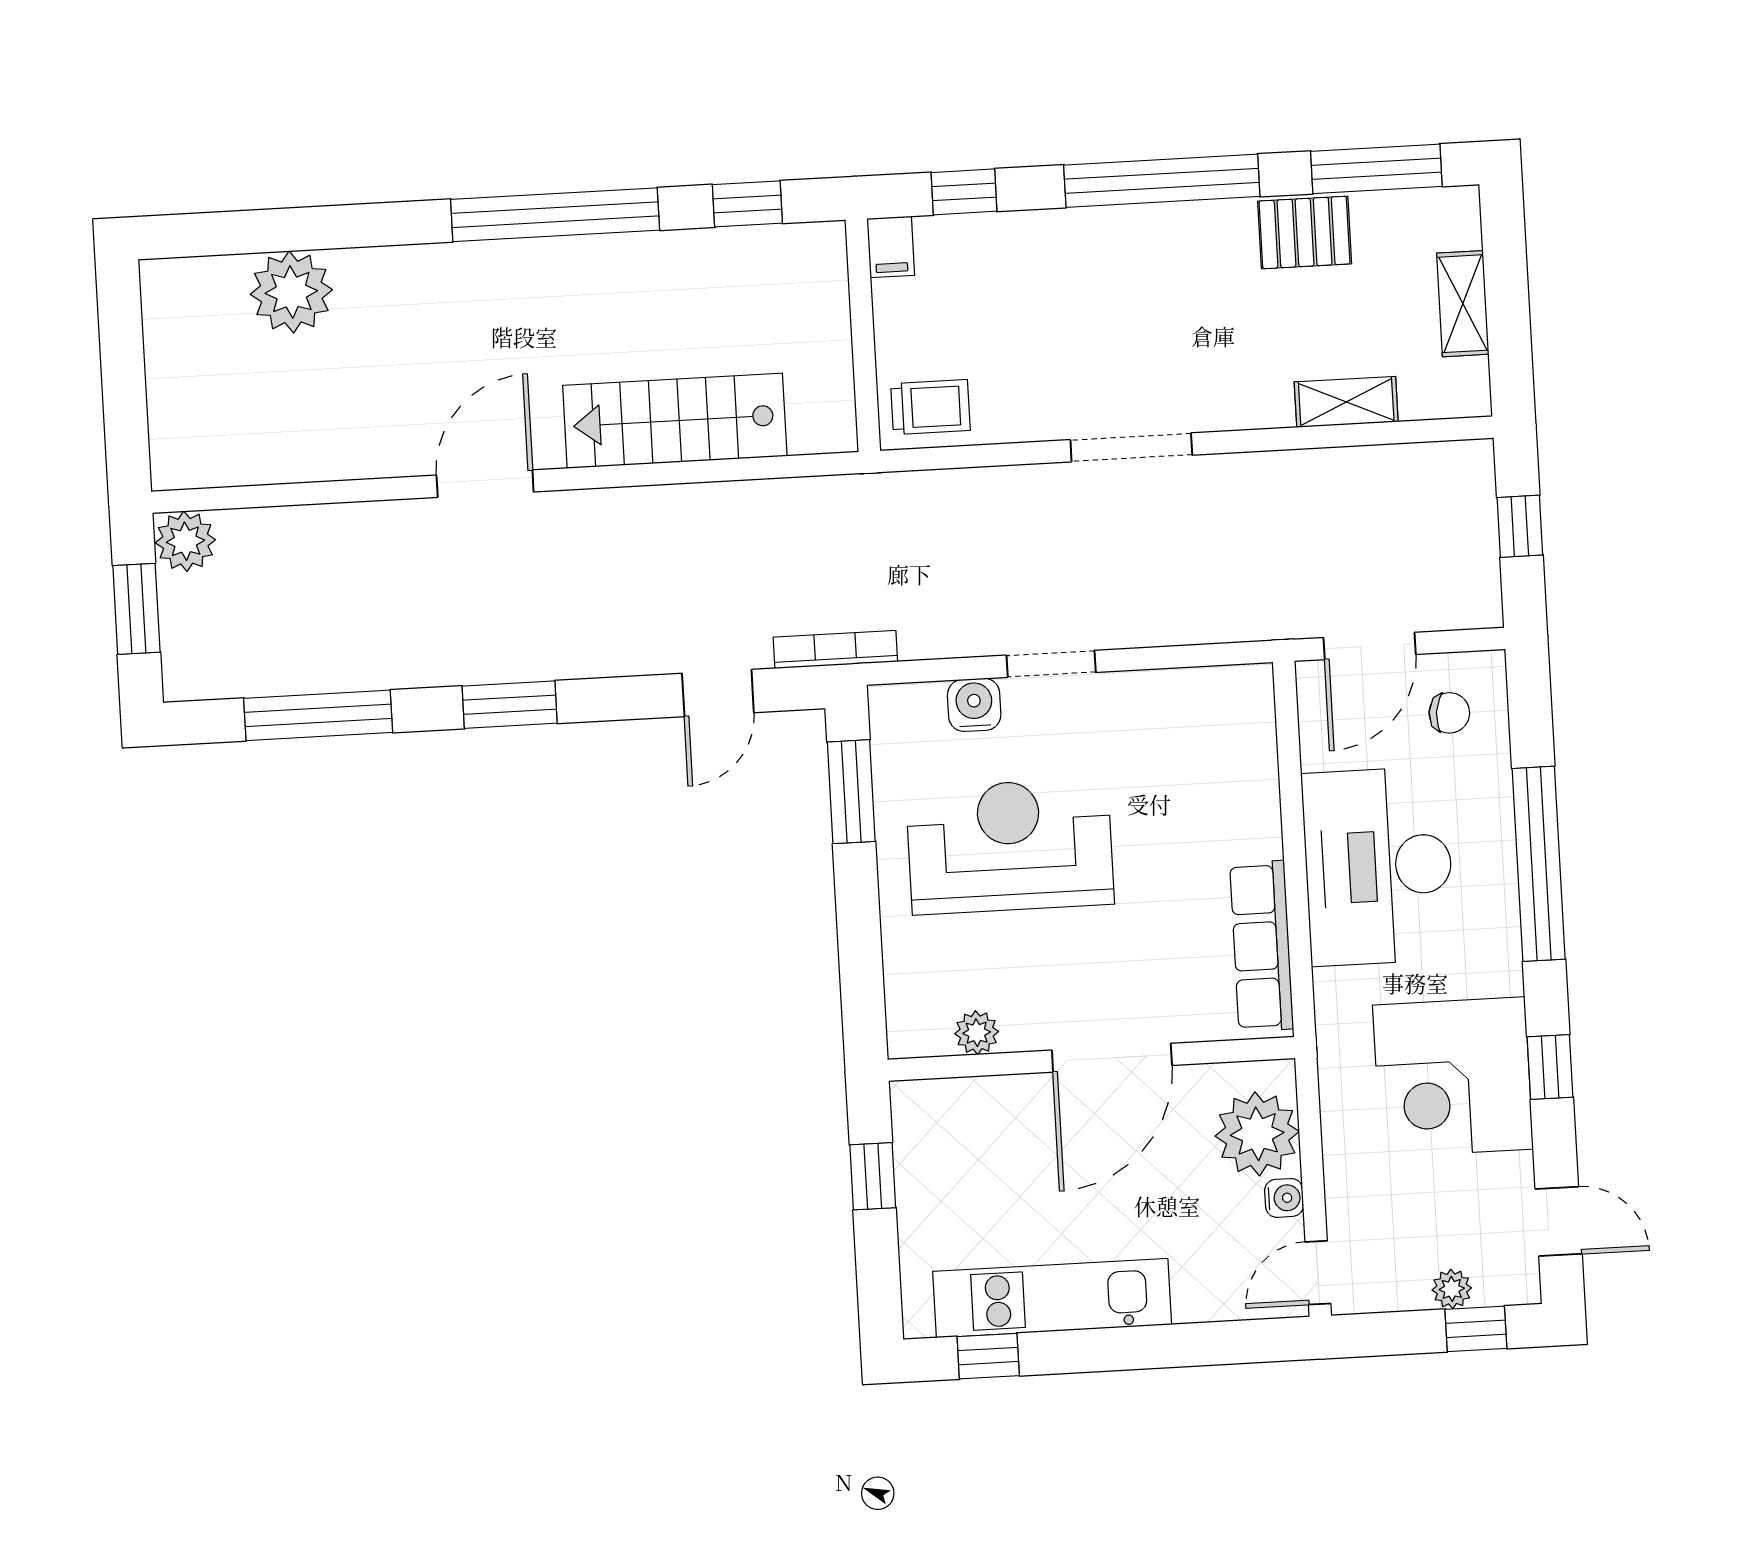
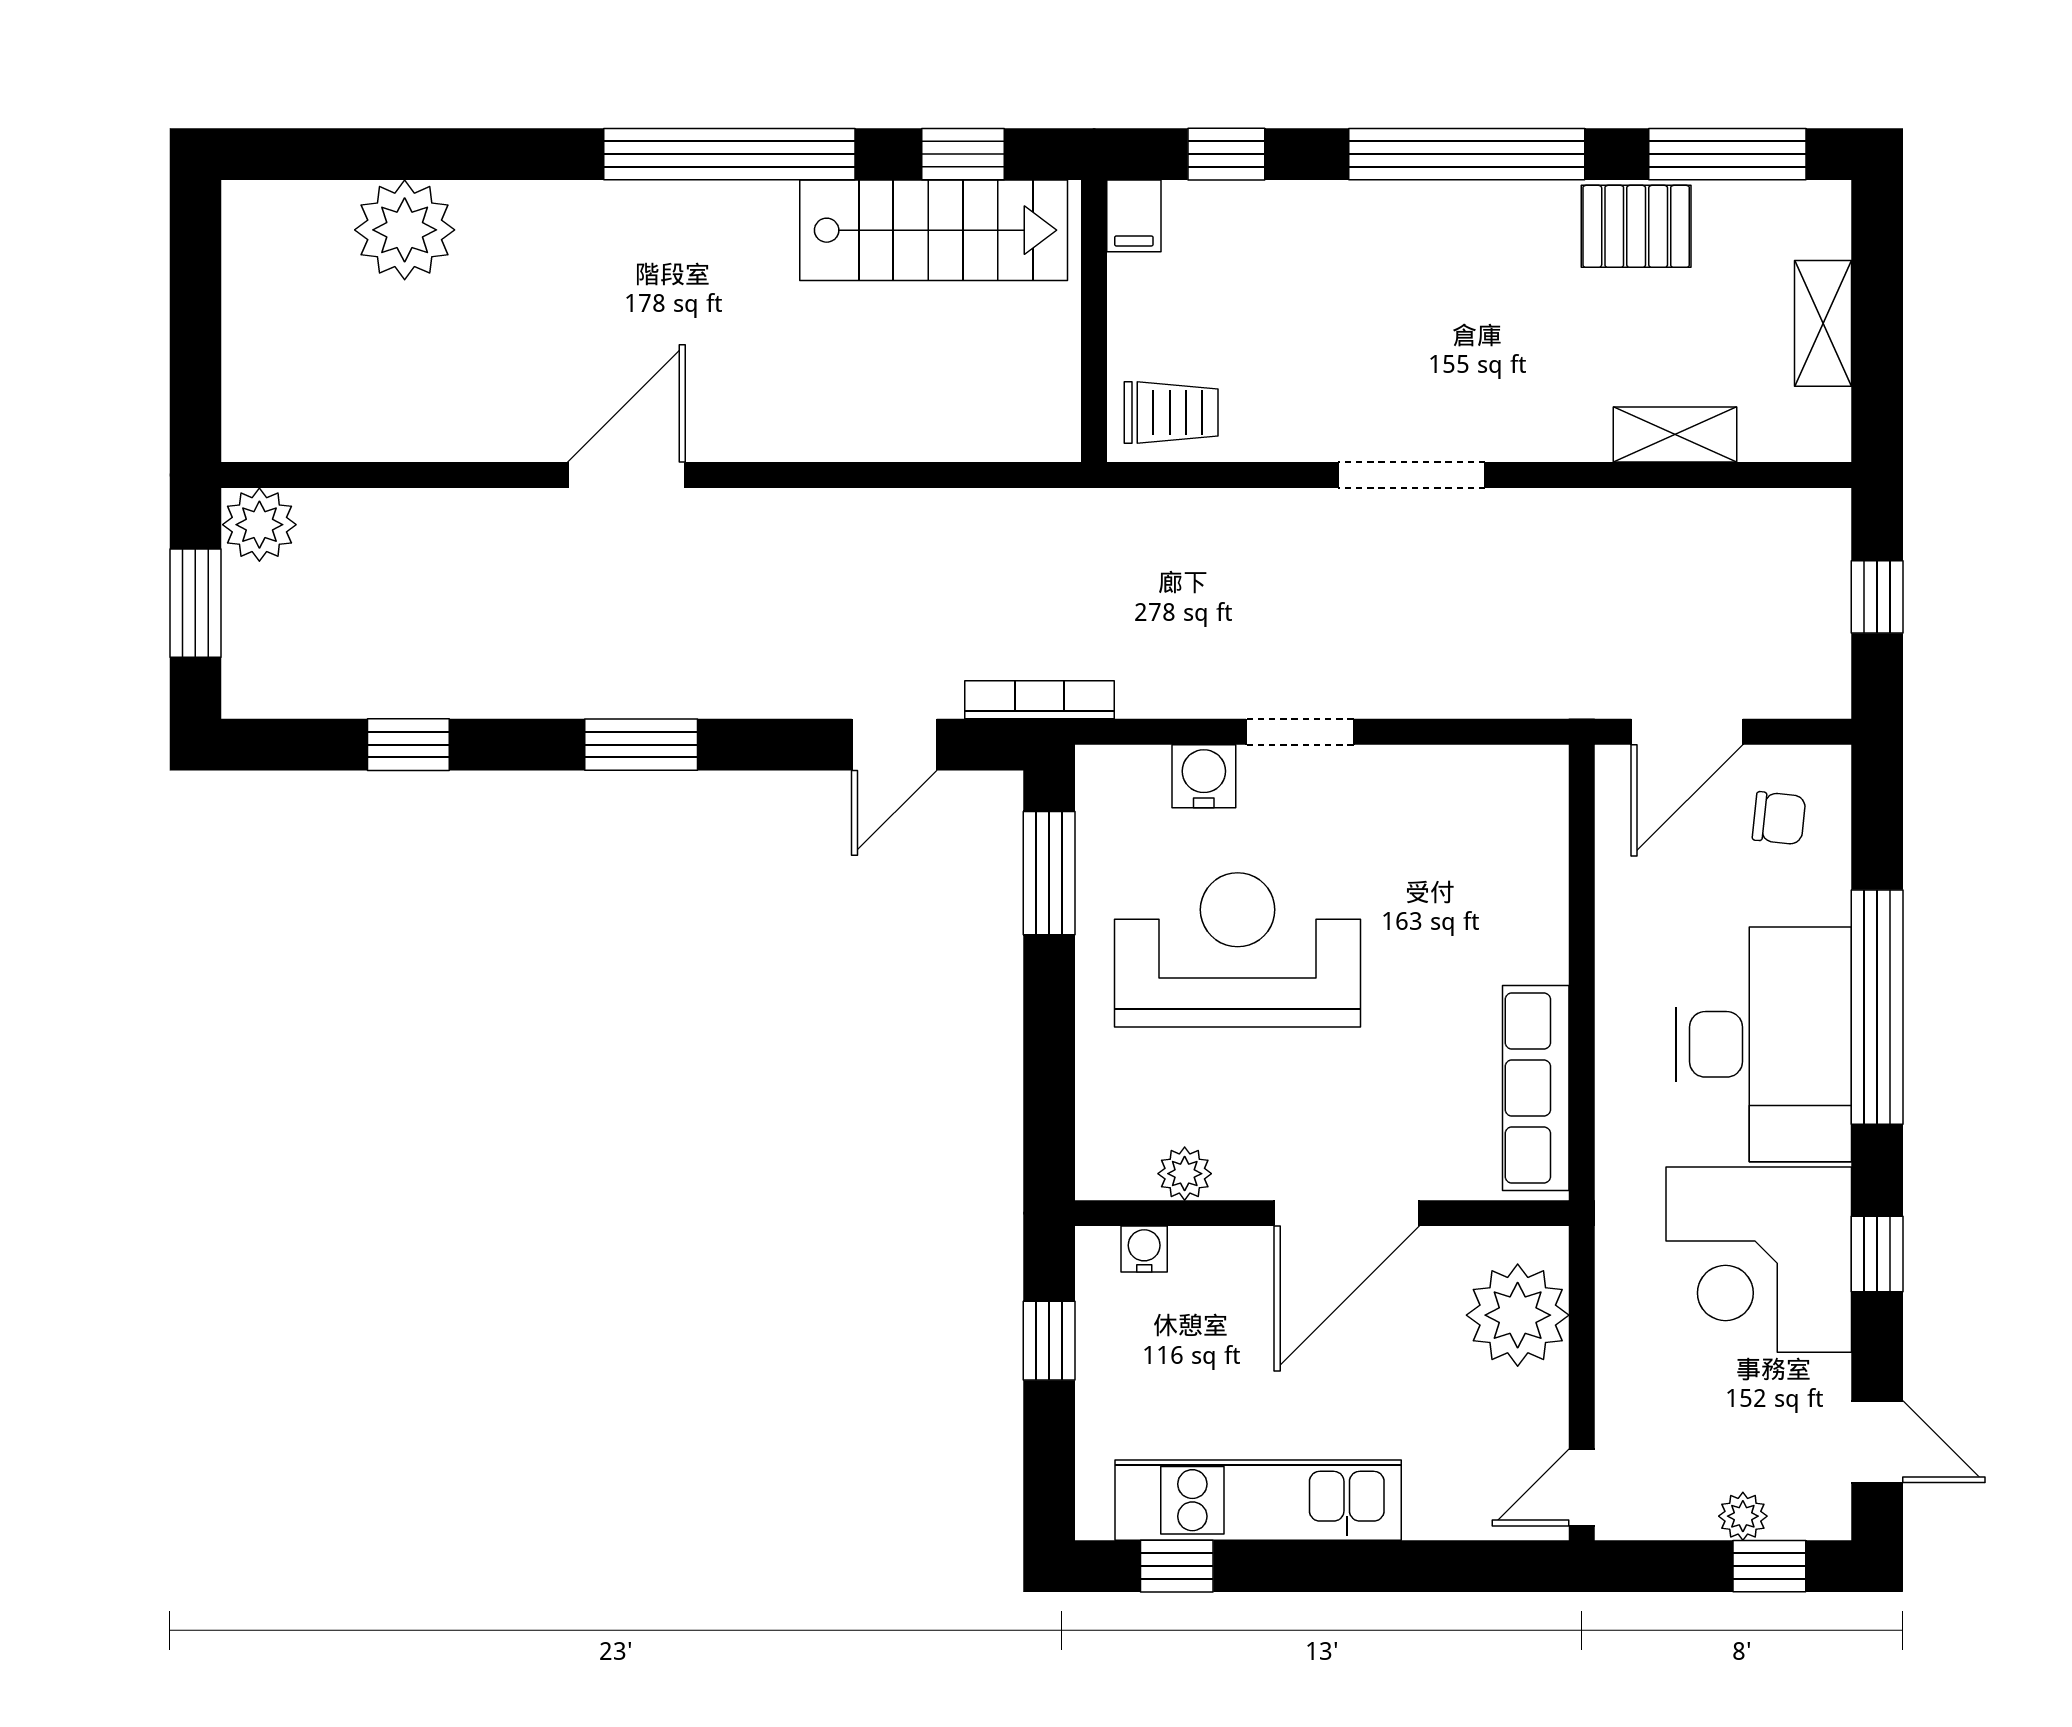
stairs: (675, 421) -> (934, 230), moved, turned 180
window: (318, 715) -> (408, 745), width x0.46
desk: (1378, 866) -> (1763, 1044), moved, turned 180
water cooler: (1284, 1198) -> (1144, 1249), moved, turned -90

